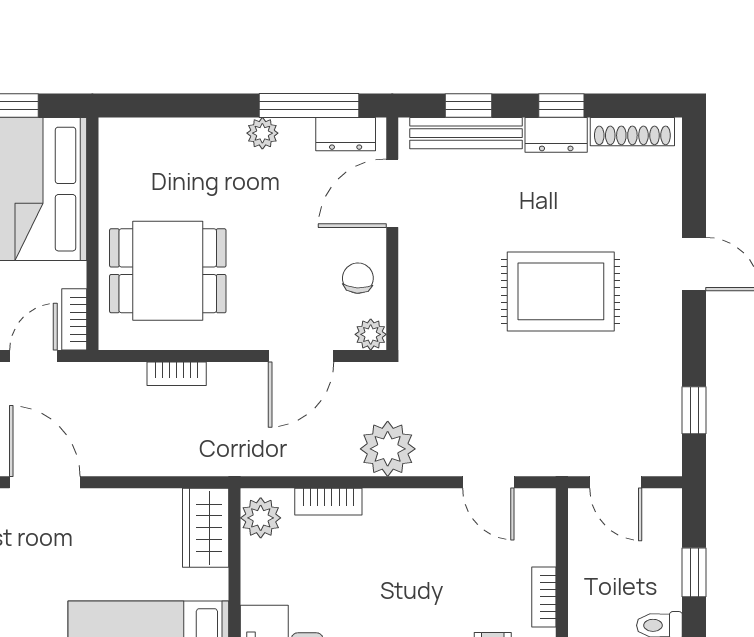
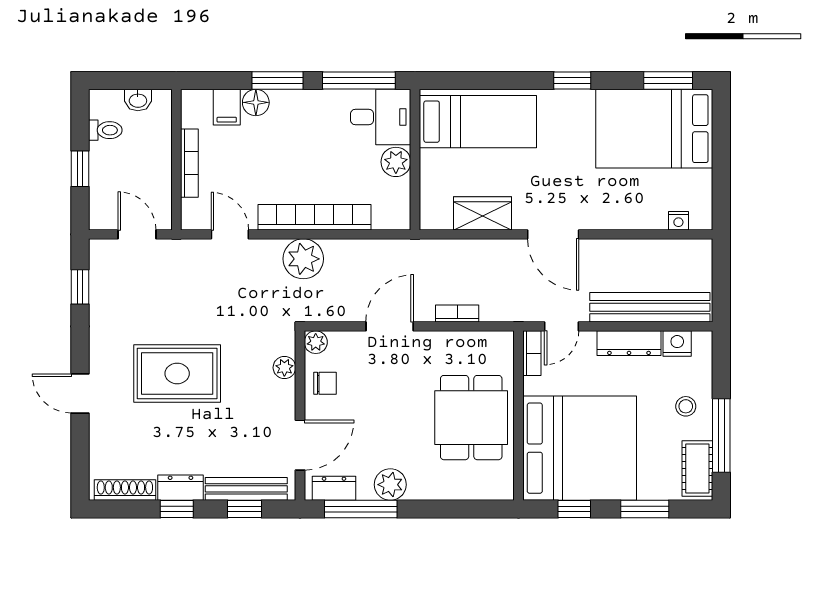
plant: (262, 133) -> (390, 485), width x1.38, depth x1.38
dining table: (168, 271) -> (471, 418), moved, turned 90
chair: (358, 278) -> (325, 383), turned -93
plant: (414, 300) -> (284, 368), added
door: (301, 356) -> (390, 326), moved
bookcase: (328, 502) -> (314, 217), width x2.31, depth x1.31
plant: (261, 518) -> (396, 162), moved
wardrobe: (206, 528) -> (483, 213), moved, turned -90
bookcase: (544, 597) -> (189, 163), width x1.56

